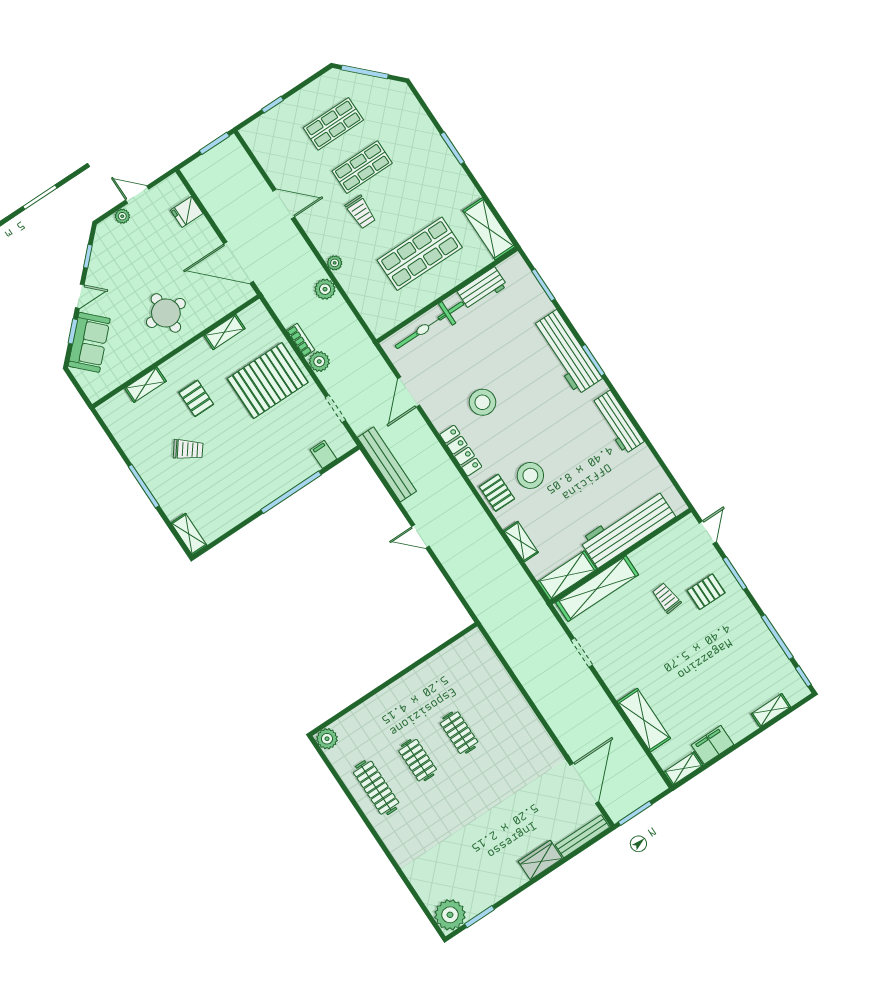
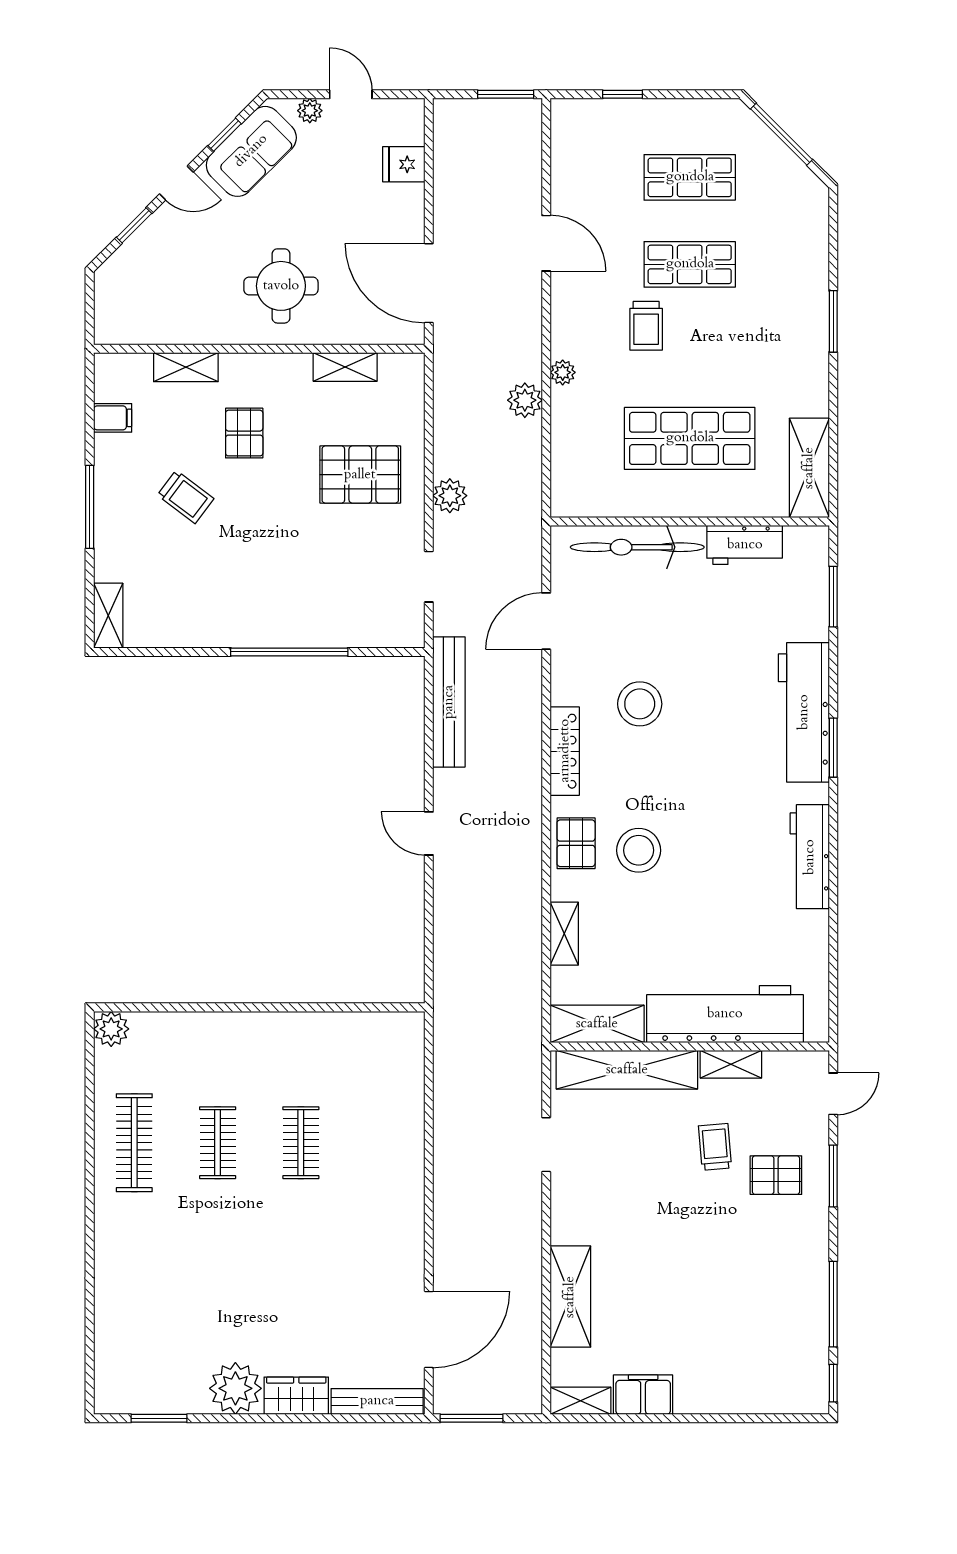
bookcase: (301, 340) -> (444, 449), removed
sofa: (89, 342) -> (251, 151), moved
pallet: (268, 381) -> (360, 475), width x0.73, depth x0.71
filing cabinet: (323, 454) -> (113, 418), moved, turned 90
shelving: (771, 710) -> (731, 1064), moved
plant: (450, 915) -> (235, 1388), moved

